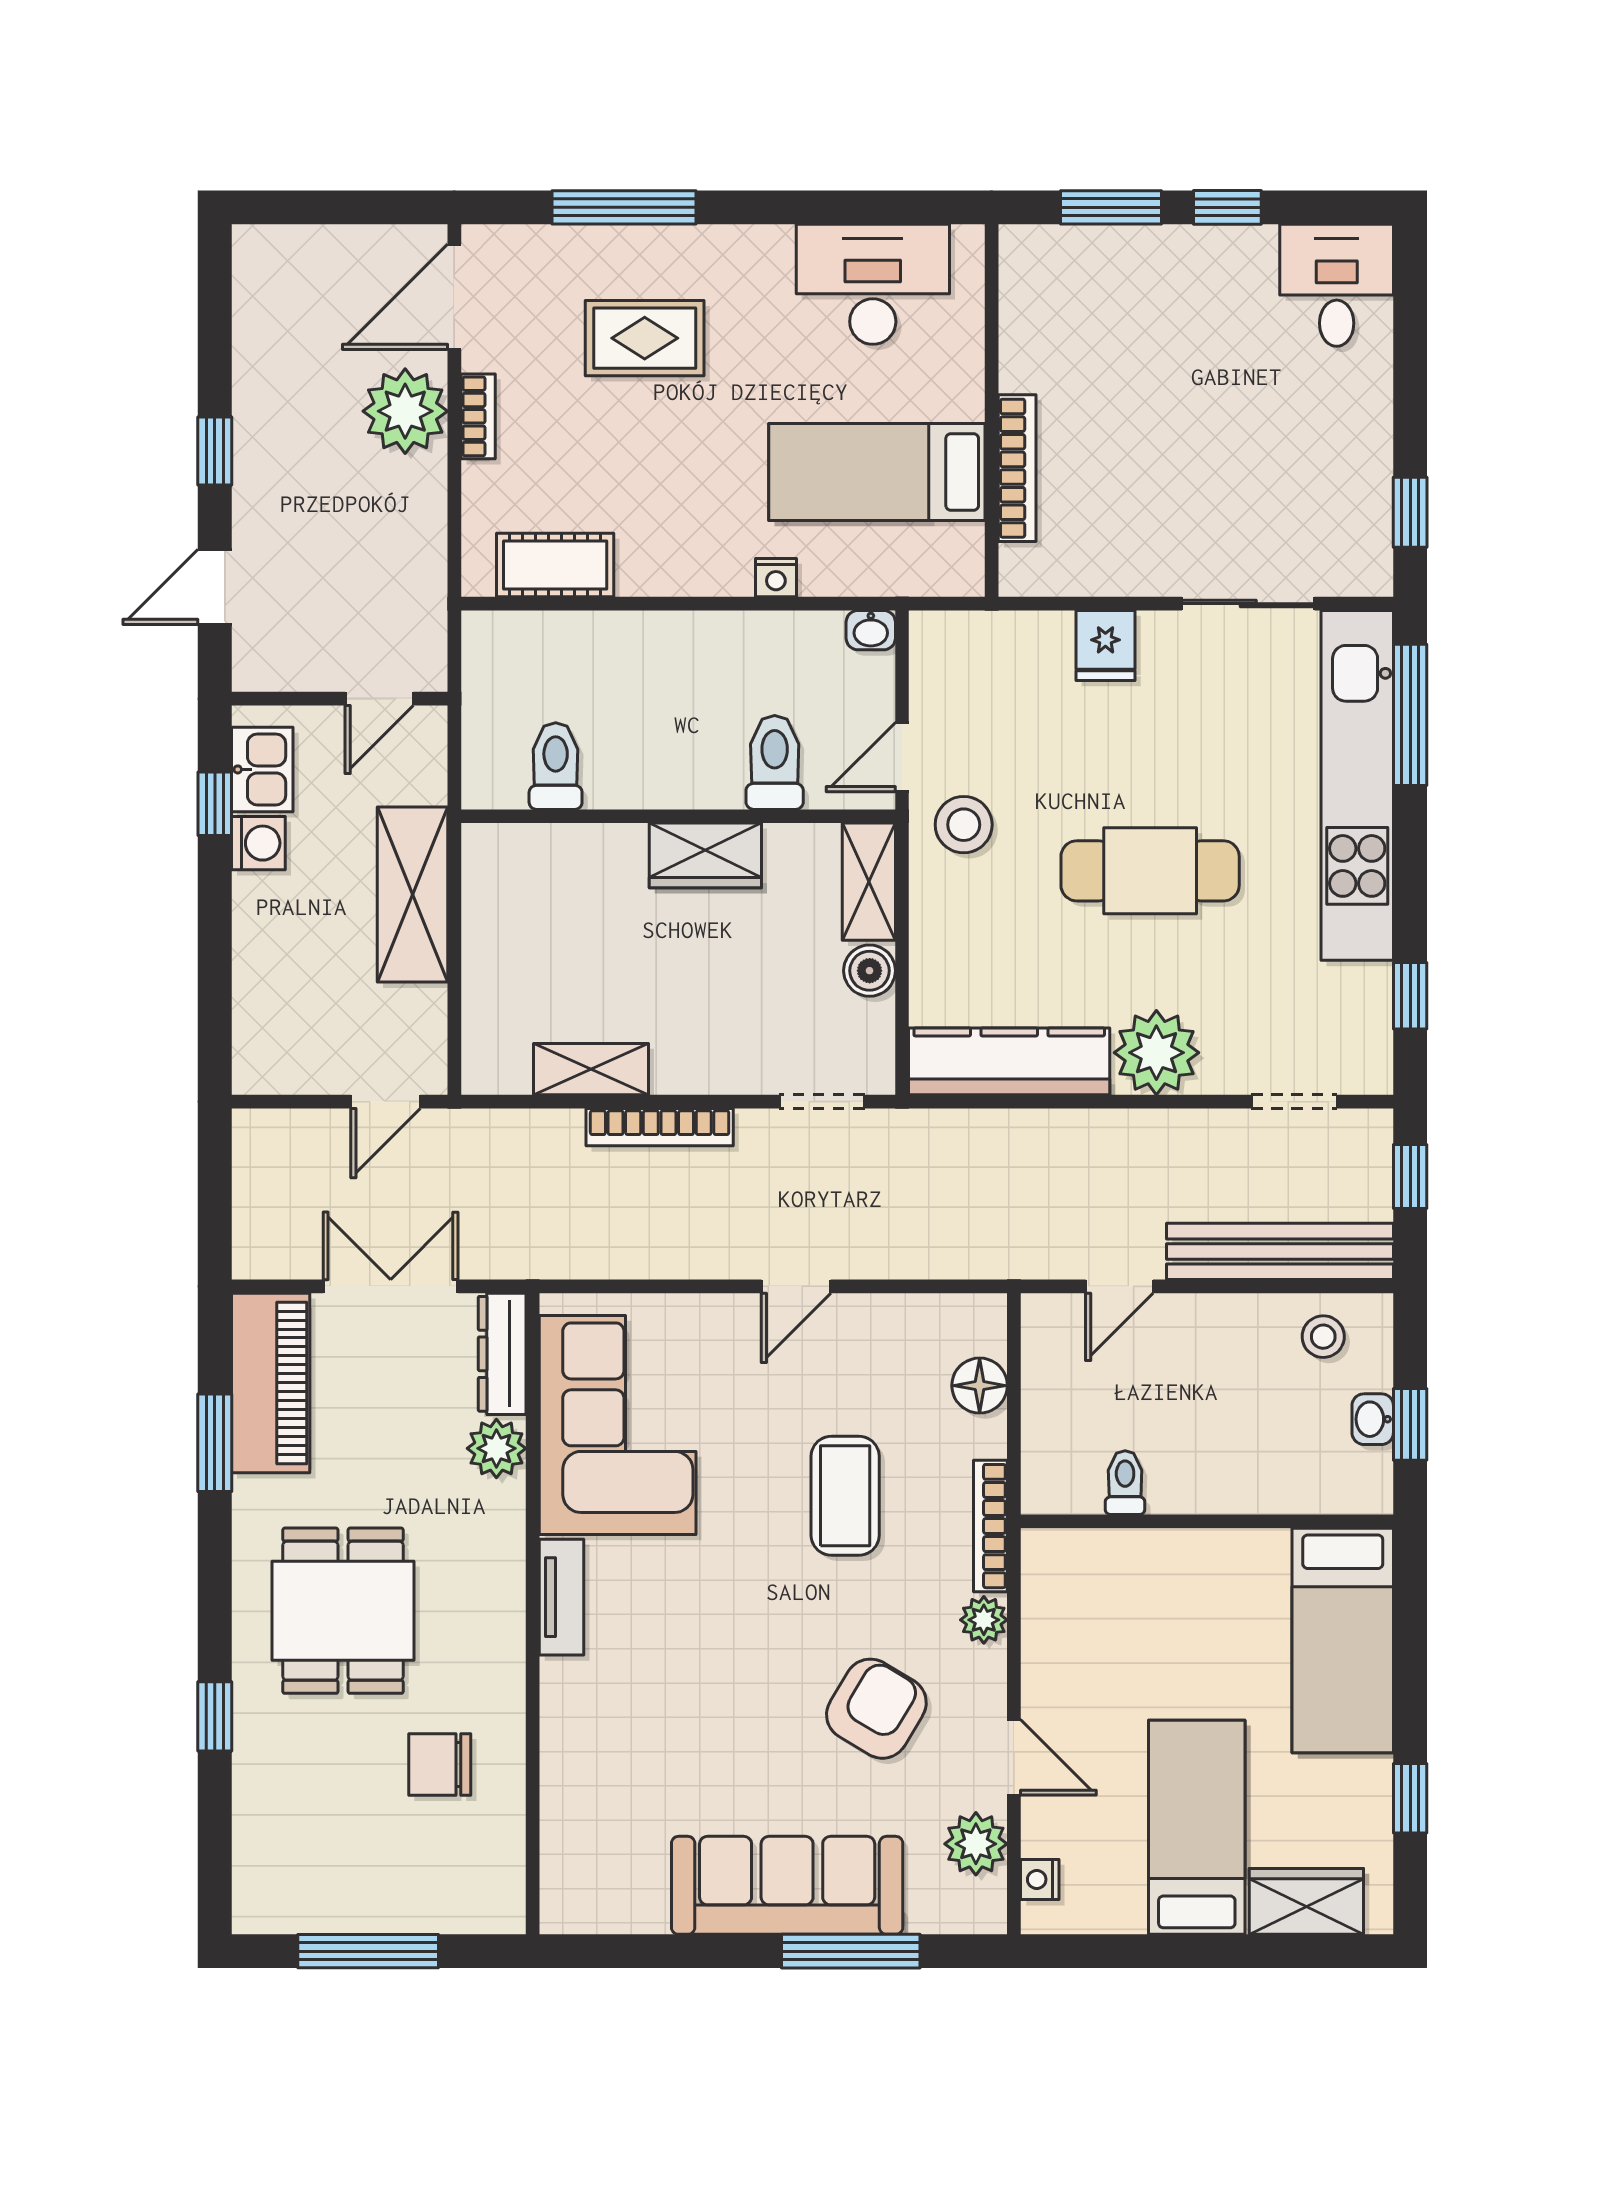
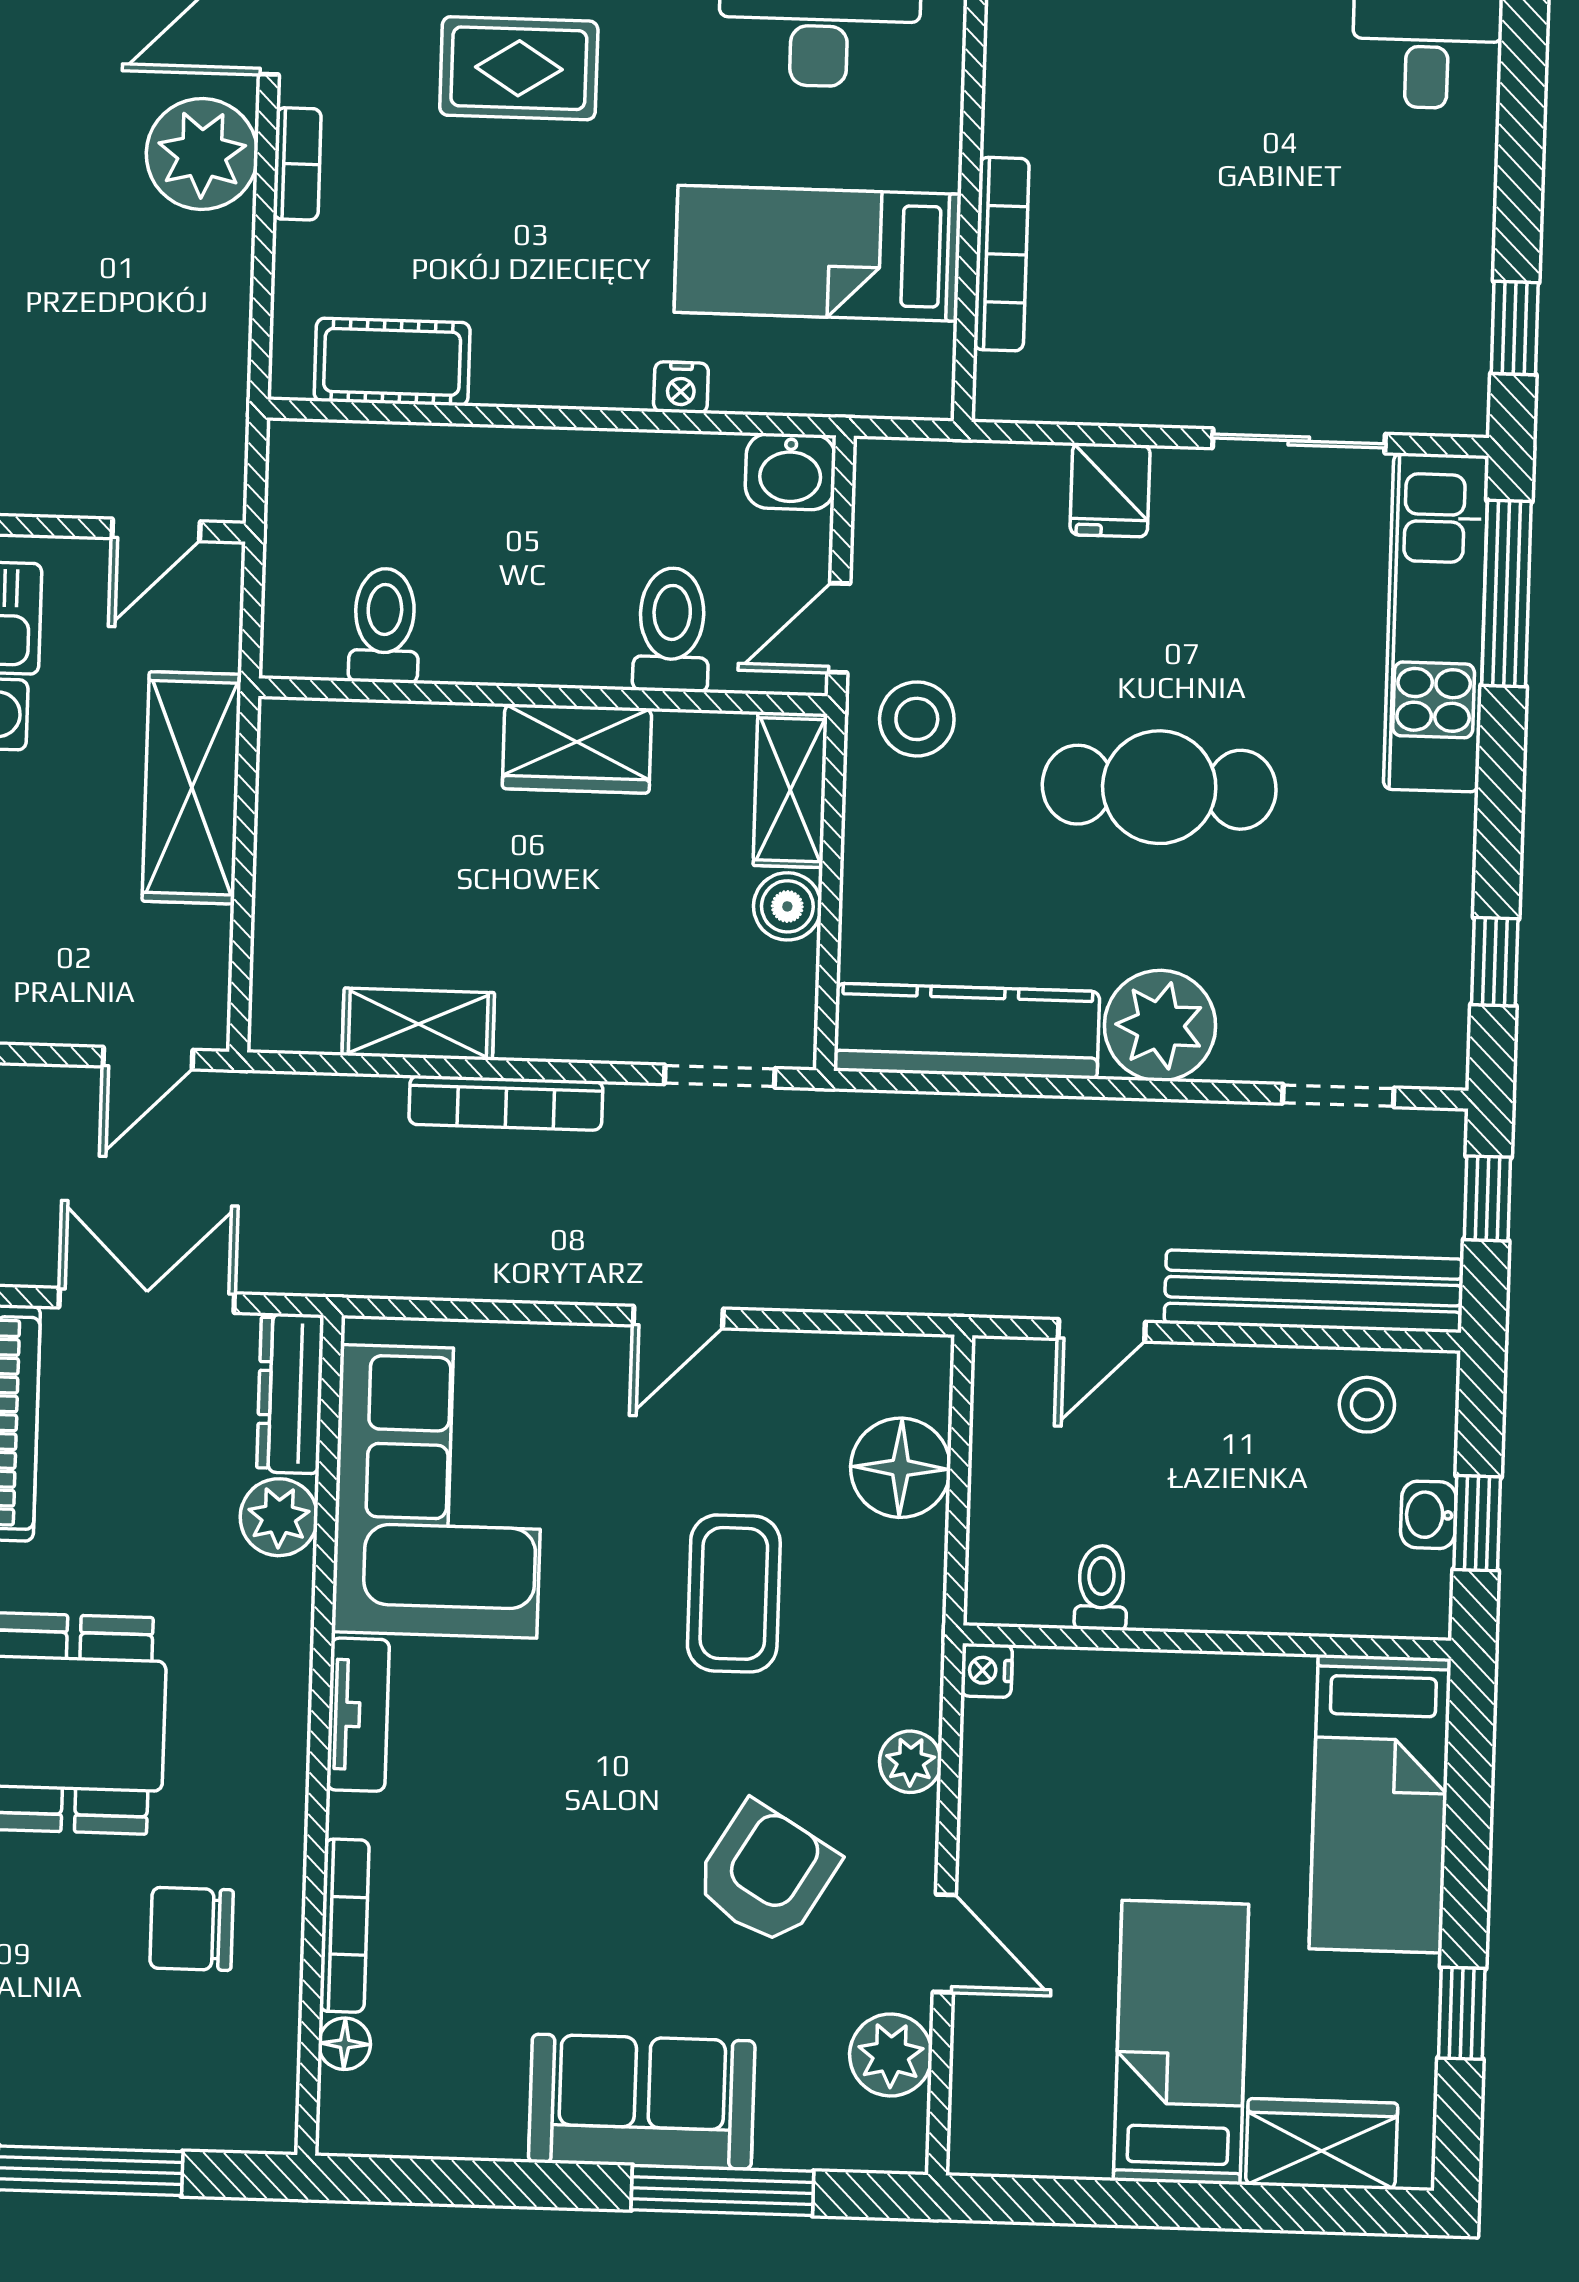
washbasin: (871, 630) -> (790, 471), width x1.38, depth x1.45
kitchen unit: (1357, 785) -> (1436, 623), width x0.73
floor lamp: (980, 1386) -> (901, 1468), width x1.38, depth x1.38
bookcase: (990, 1526) -> (344, 1926), moved, turned 180
floor lamp: (559, 1848) -> (345, 2044), added
nightstand: (1040, 1879) -> (987, 1670), moved
sofa: (787, 1885) -> (642, 2102), width x0.73

